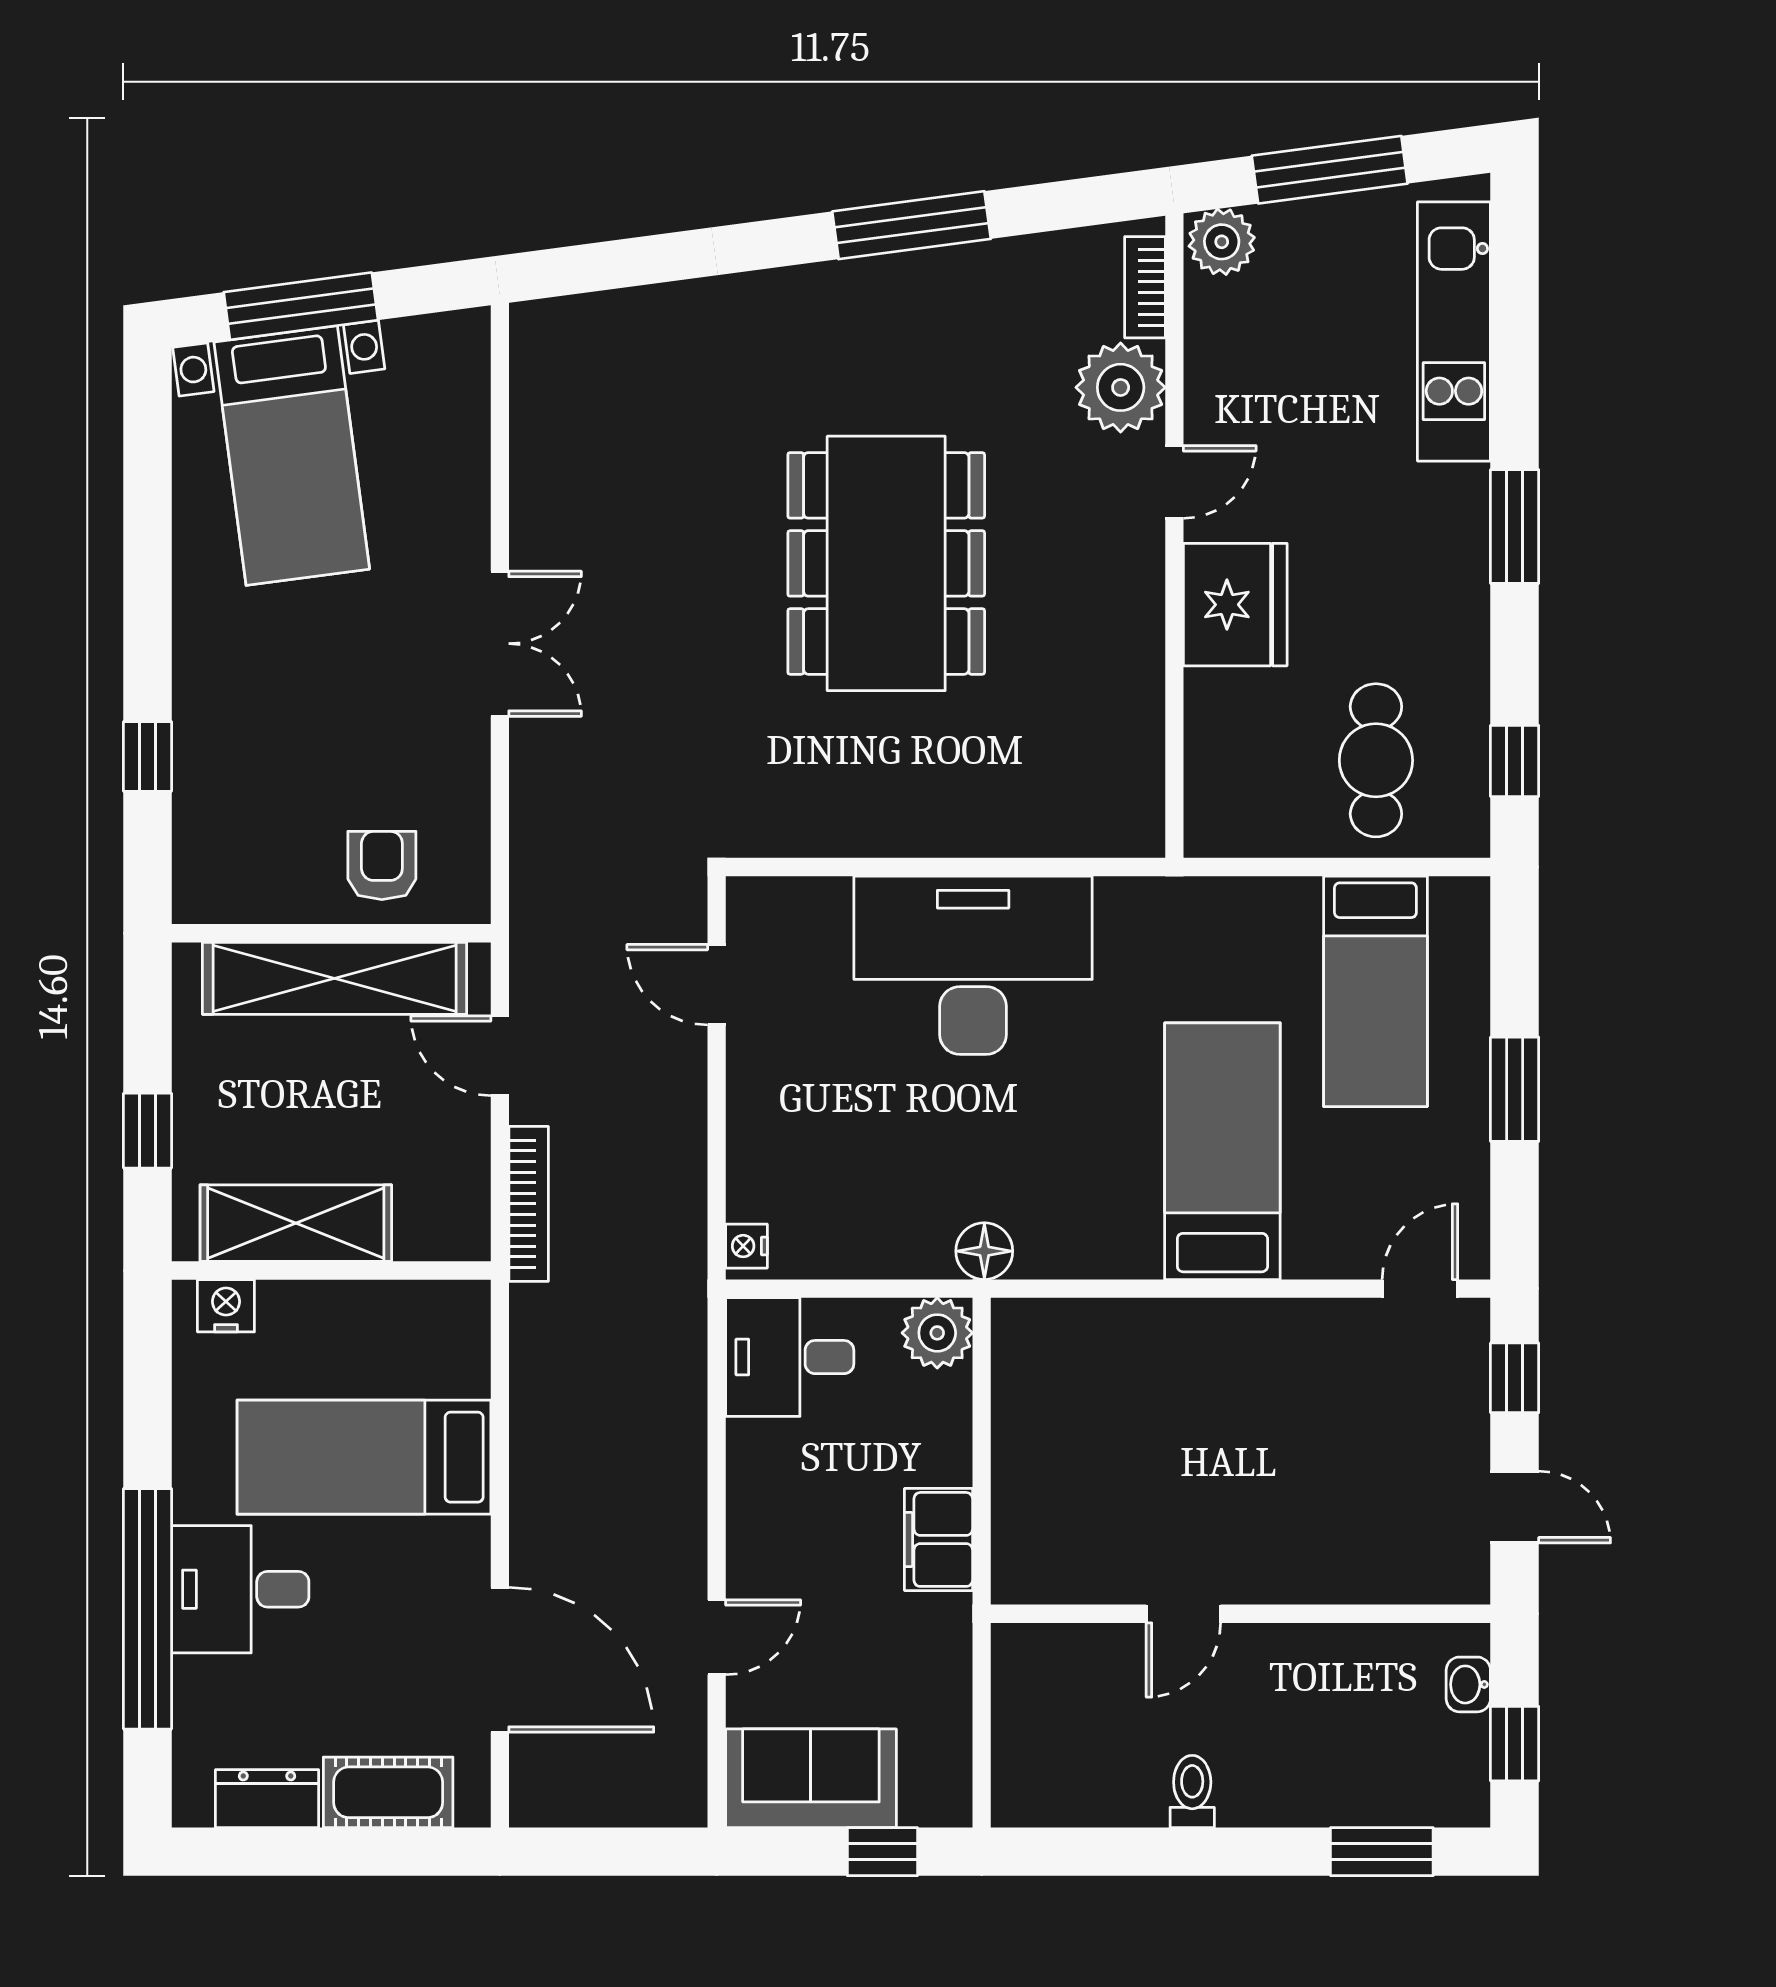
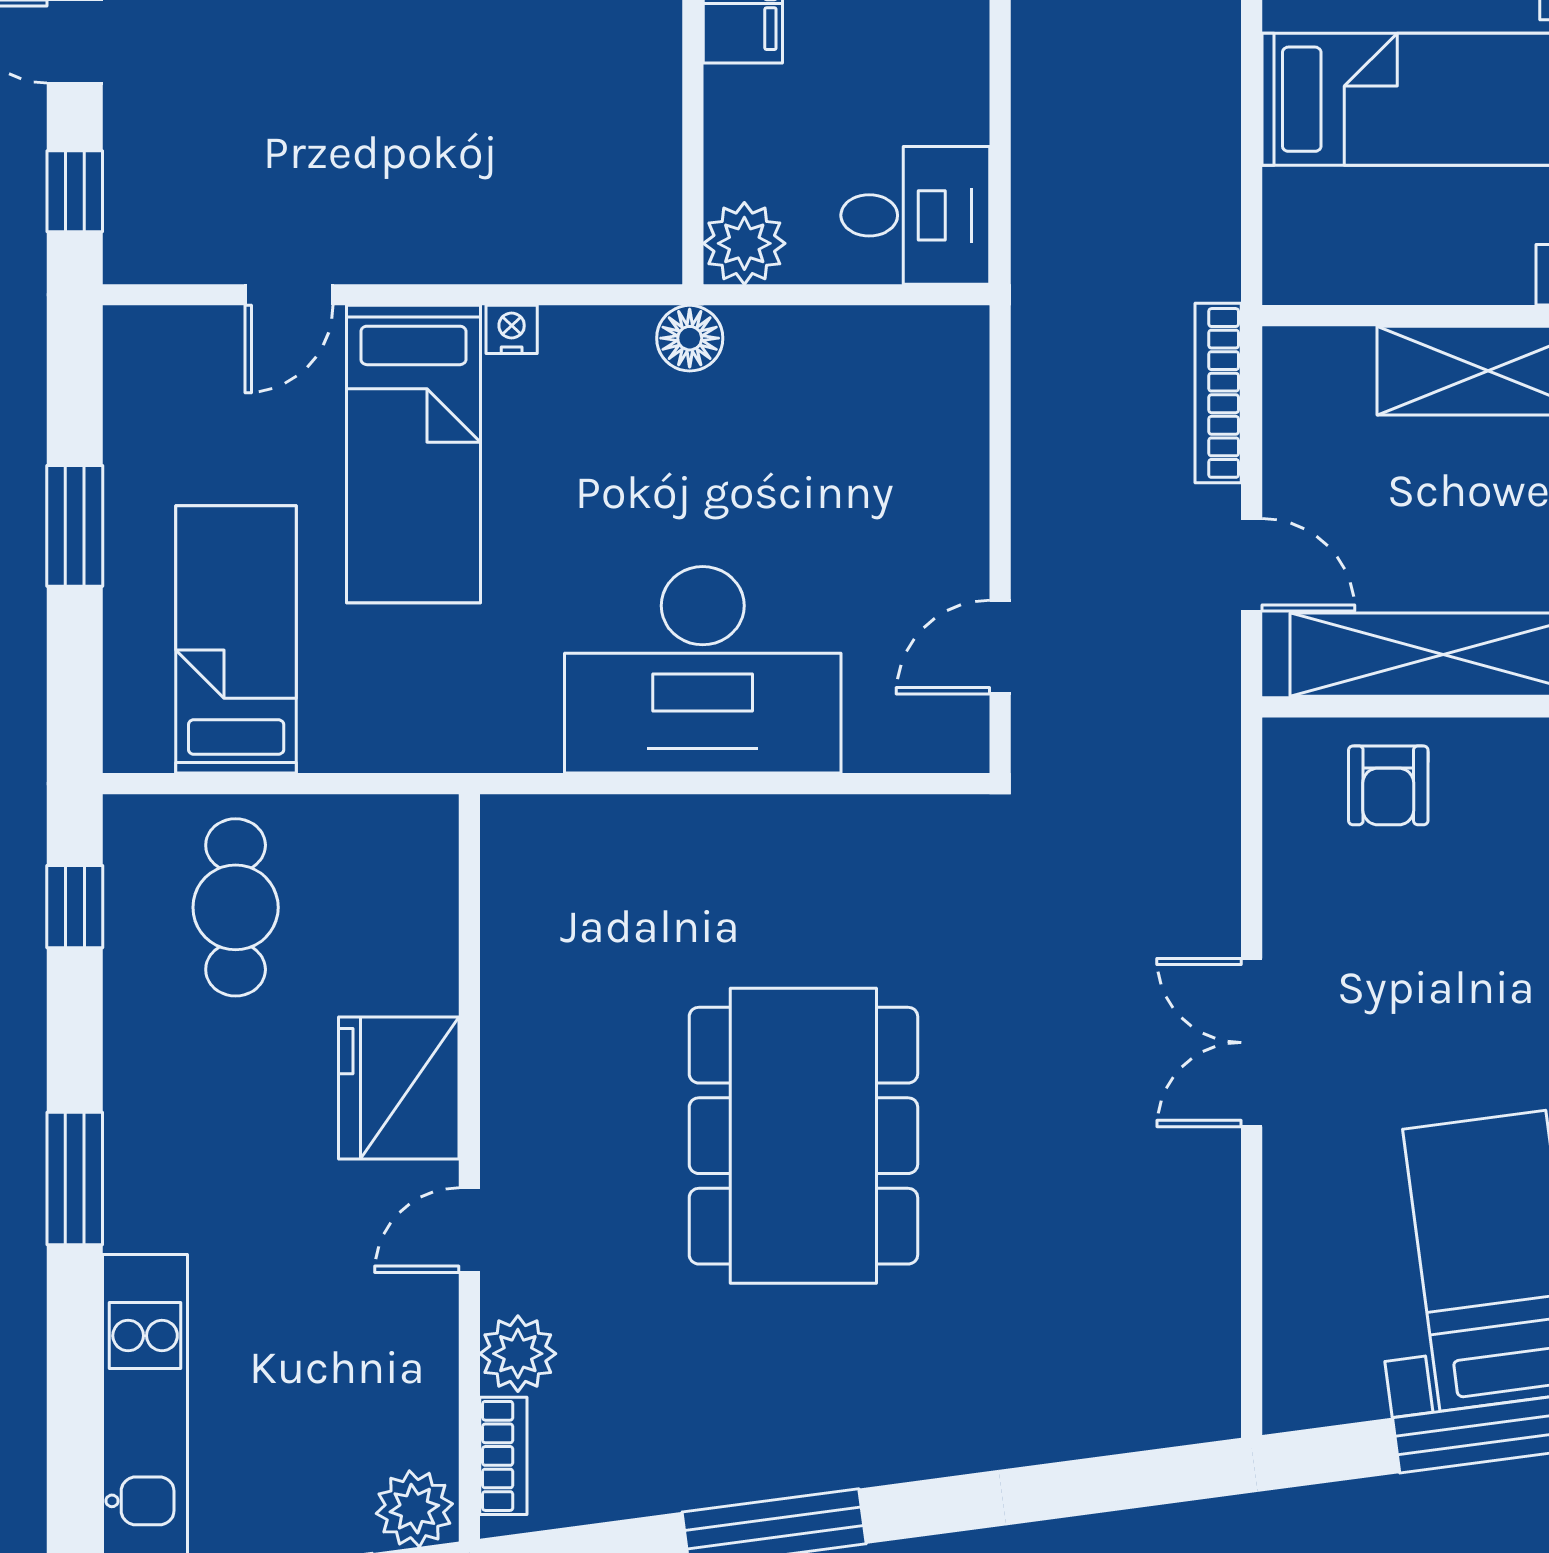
plant: (1121, 387) -> (518, 1354), width x0.73, depth x0.73
door: (717, 985) -> (1000, 647), swing flipped
nightstand: (746, 1246) -> (512, 329), moved, turned -90
door: (1420, 1289) -> (289, 295), moved

